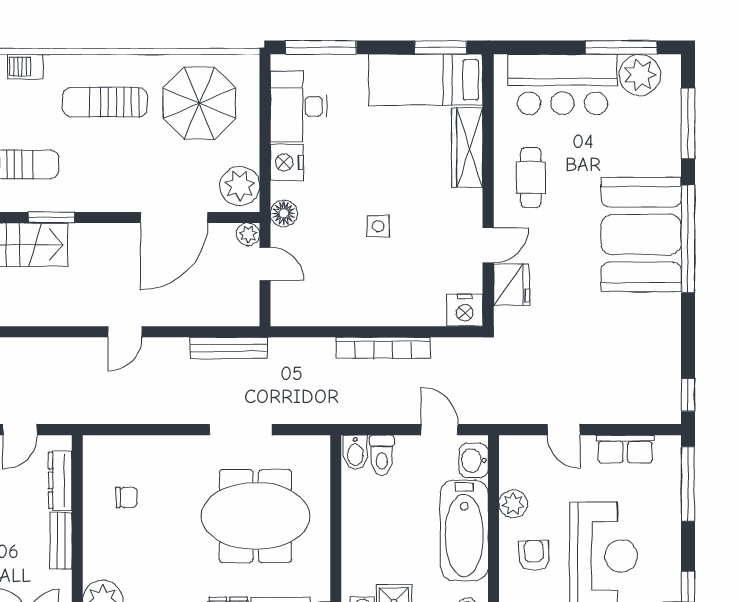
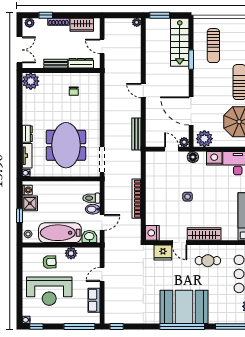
wardrobe: (467, 148) -> (204, 234), moved
door: (265, 264) -> (172, 149), swing flipped
doorway: (241, 430) -> (102, 160), moved
bidet: (355, 452) -> (93, 209), moved

